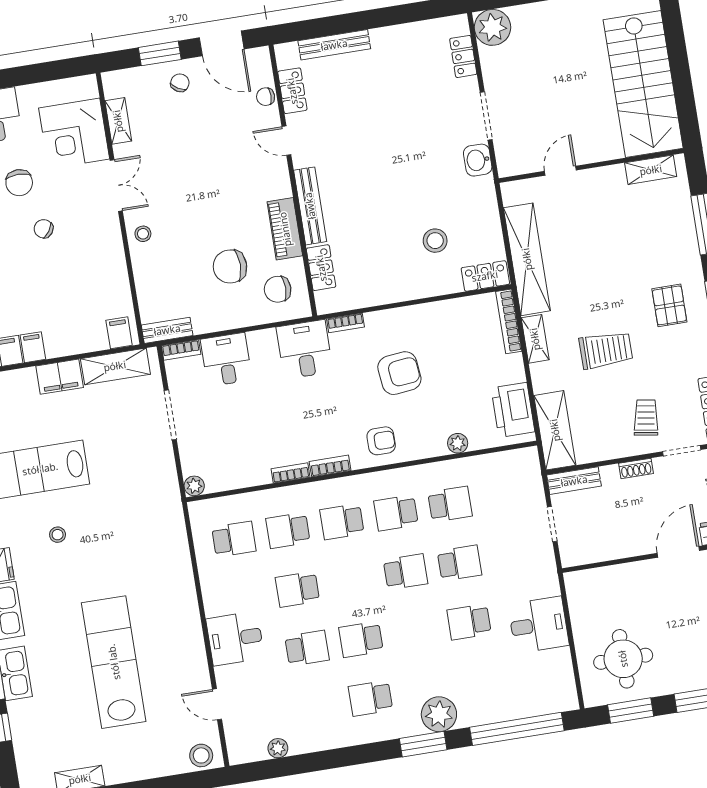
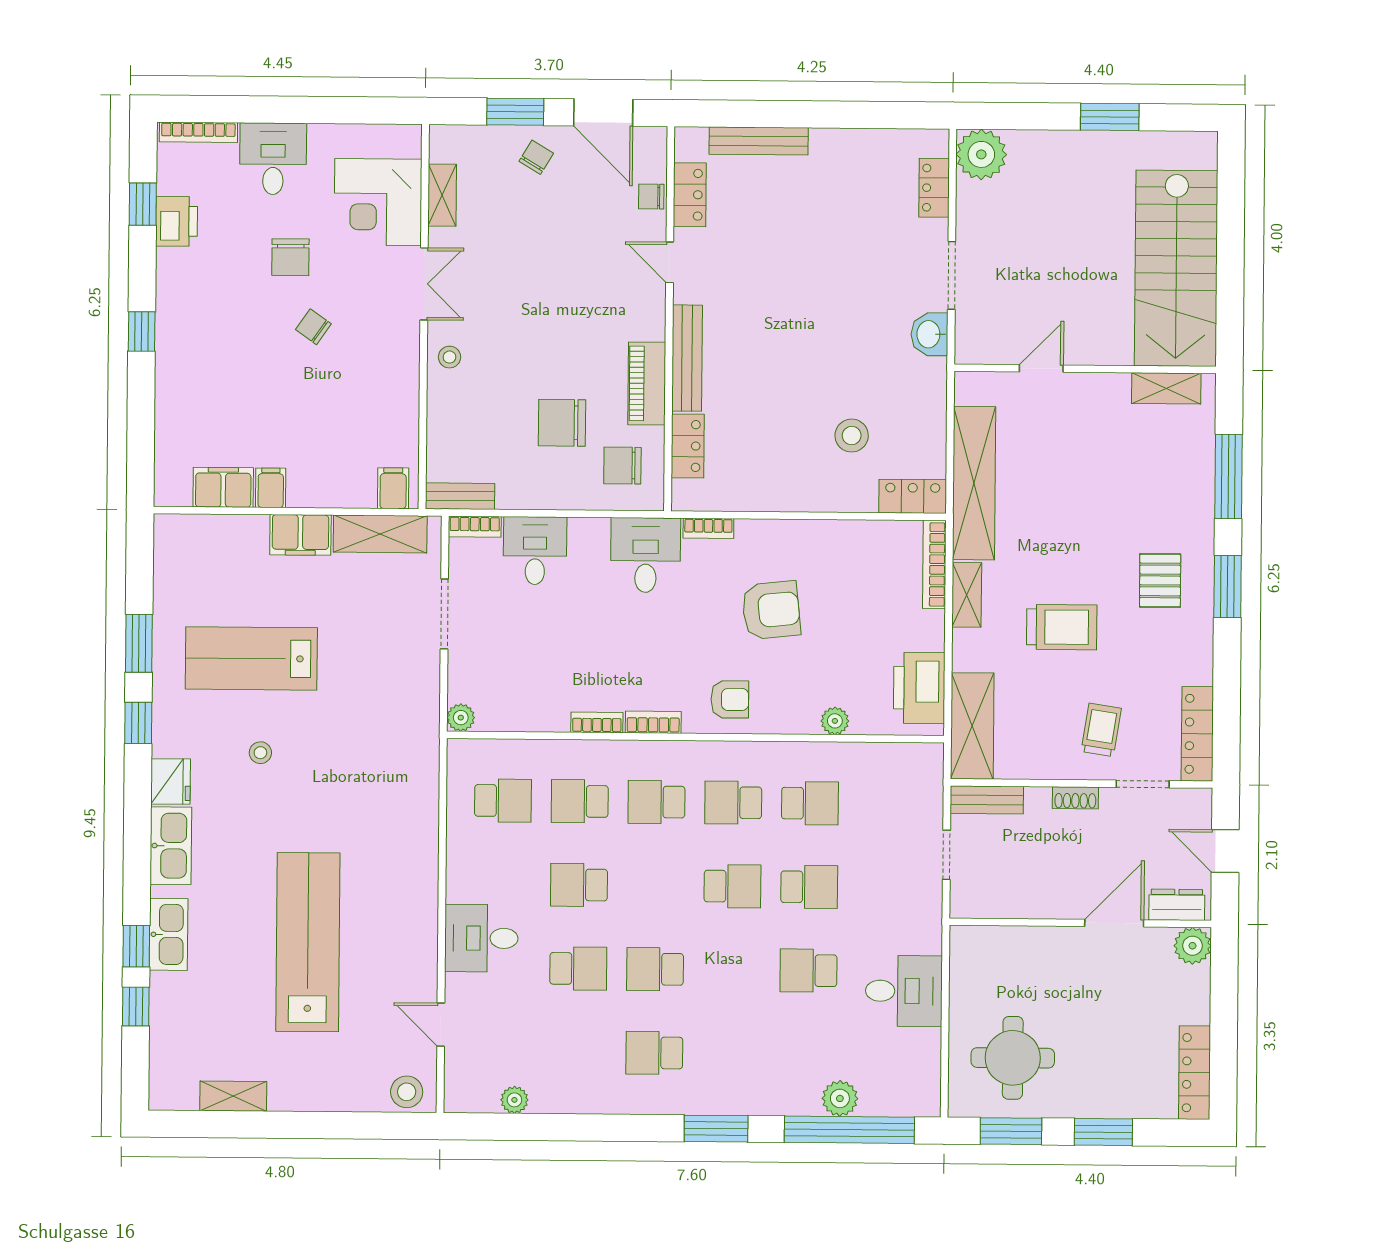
plant: (439, 714) -> (840, 1098), moved, width x0.73, depth x0.73

